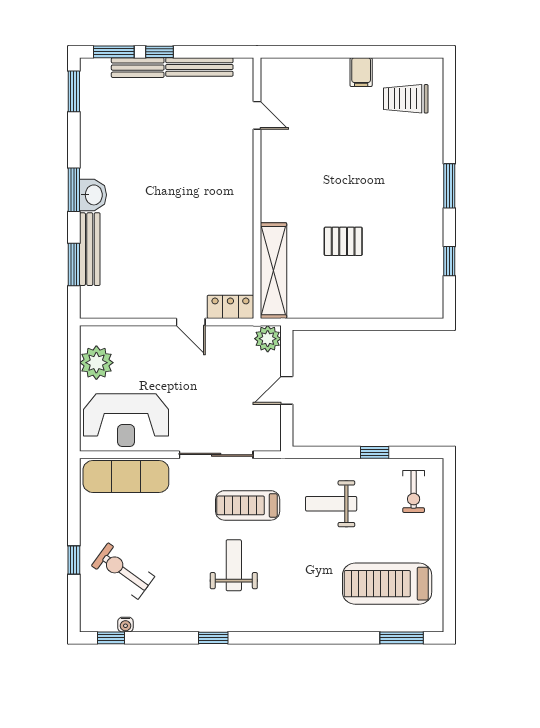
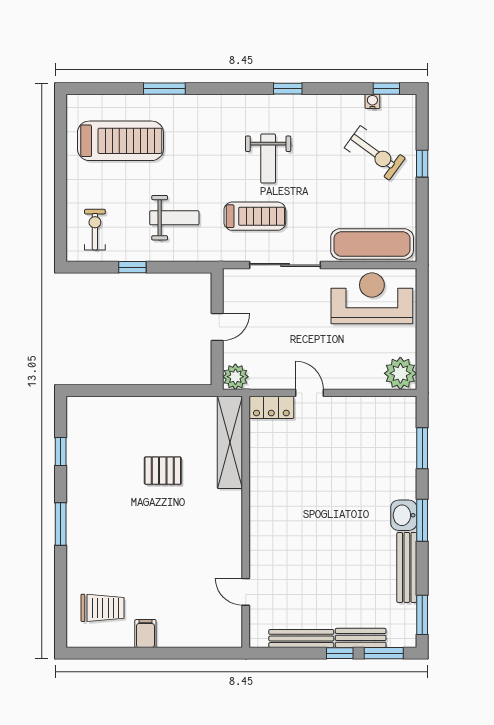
bench: (90, 249) -> (407, 567), moved
plant: (96, 363) -> (400, 373), moved
window: (402, 638) -> (164, 89), moved

